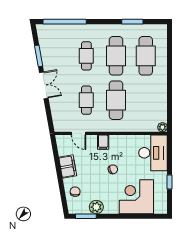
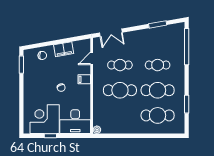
double door: (44, 85) -> (111, 33), moved
corner desk: (136, 197) -> (45, 119), moved, turned -90
plant: (96, 207) -> (29, 73), removed

